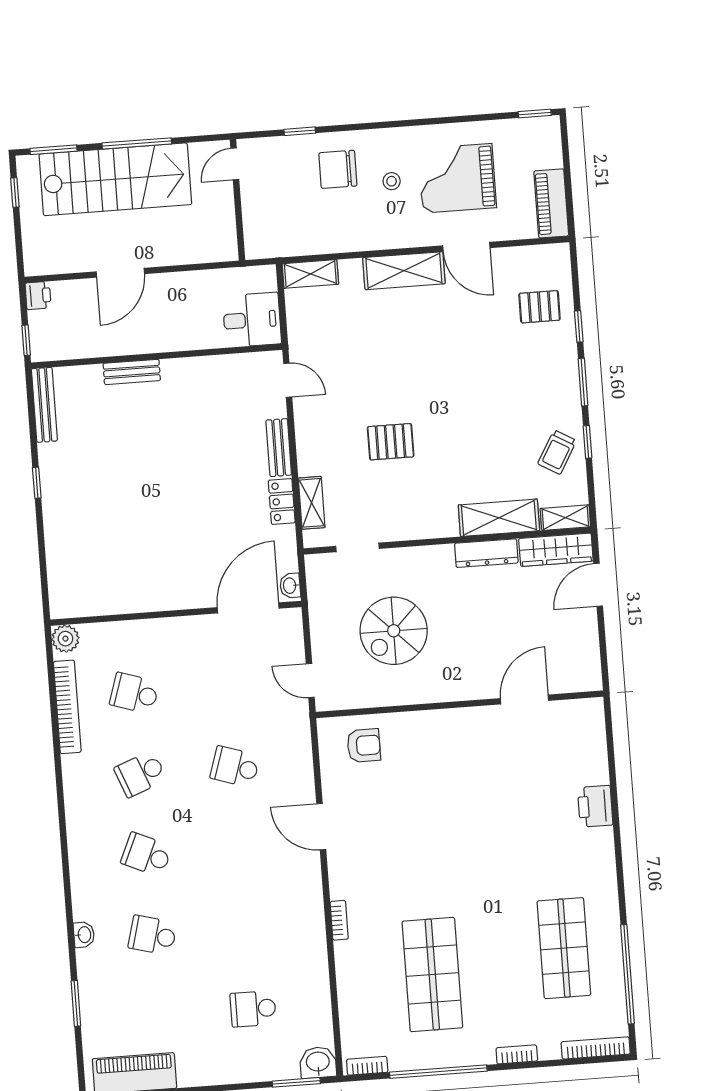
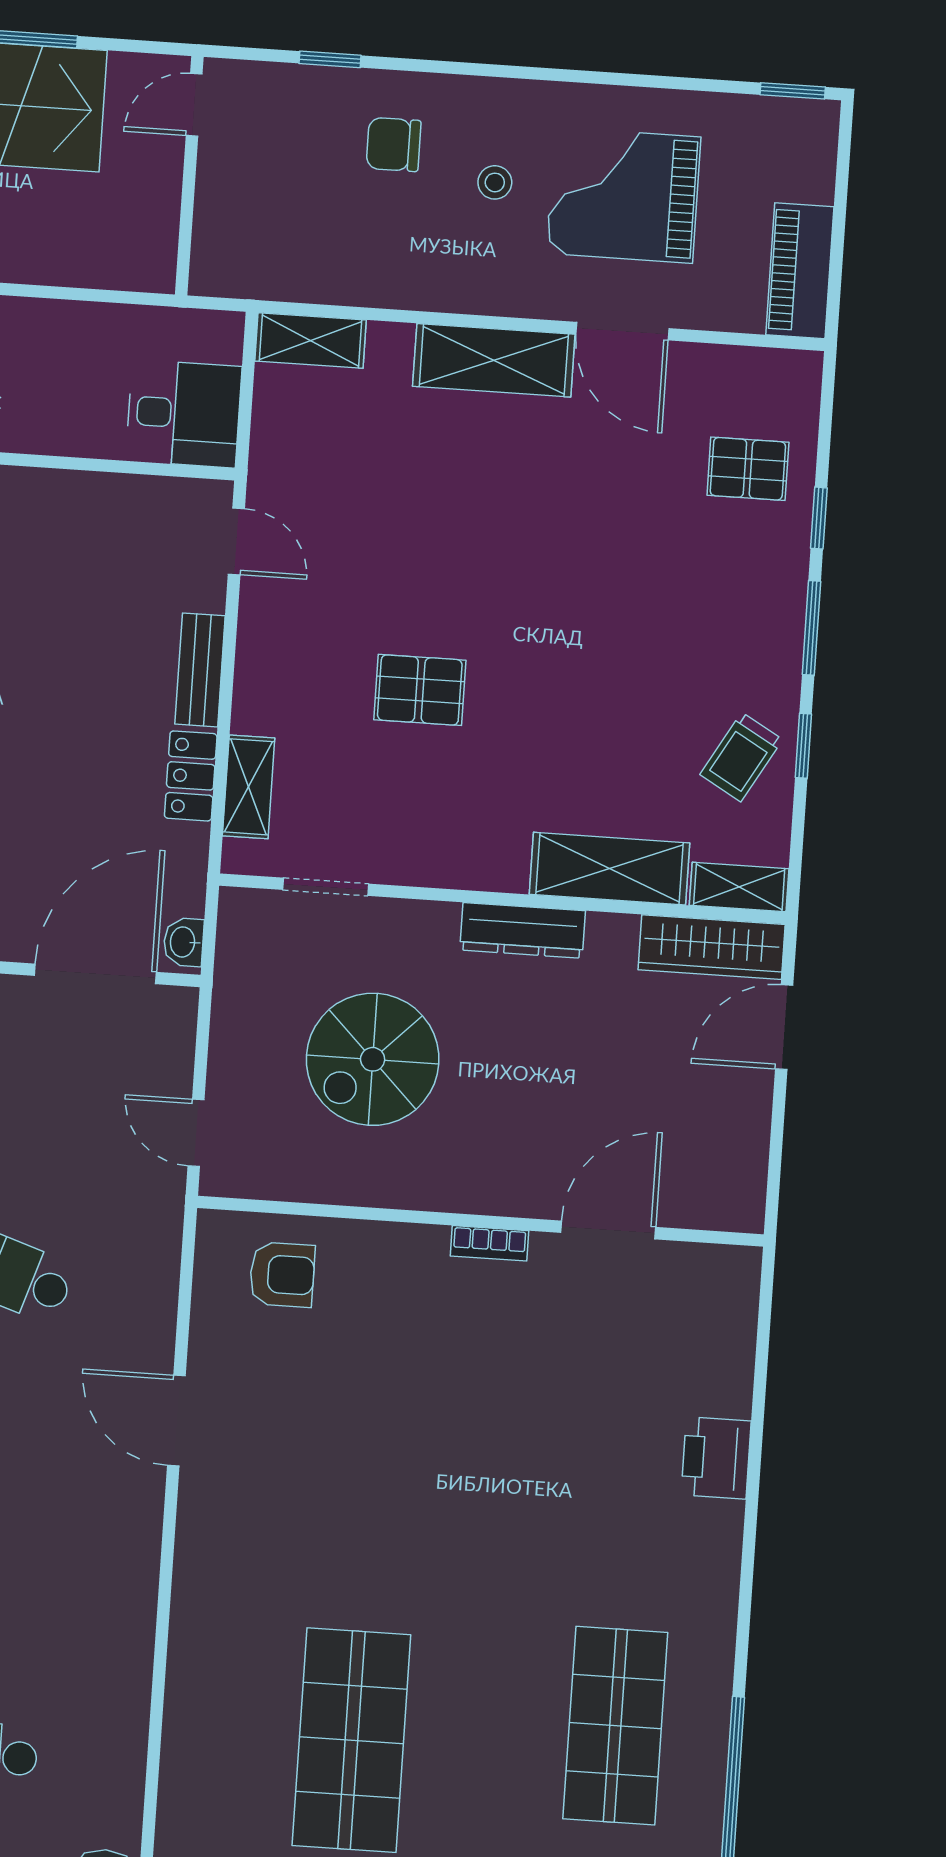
chair: (338, 169) -> (394, 144), width x0.73, depth x0.73
dresser: (486, 553) -> (523, 930), moved
bookcase: (339, 920) -> (490, 1243), moved, turned 90

